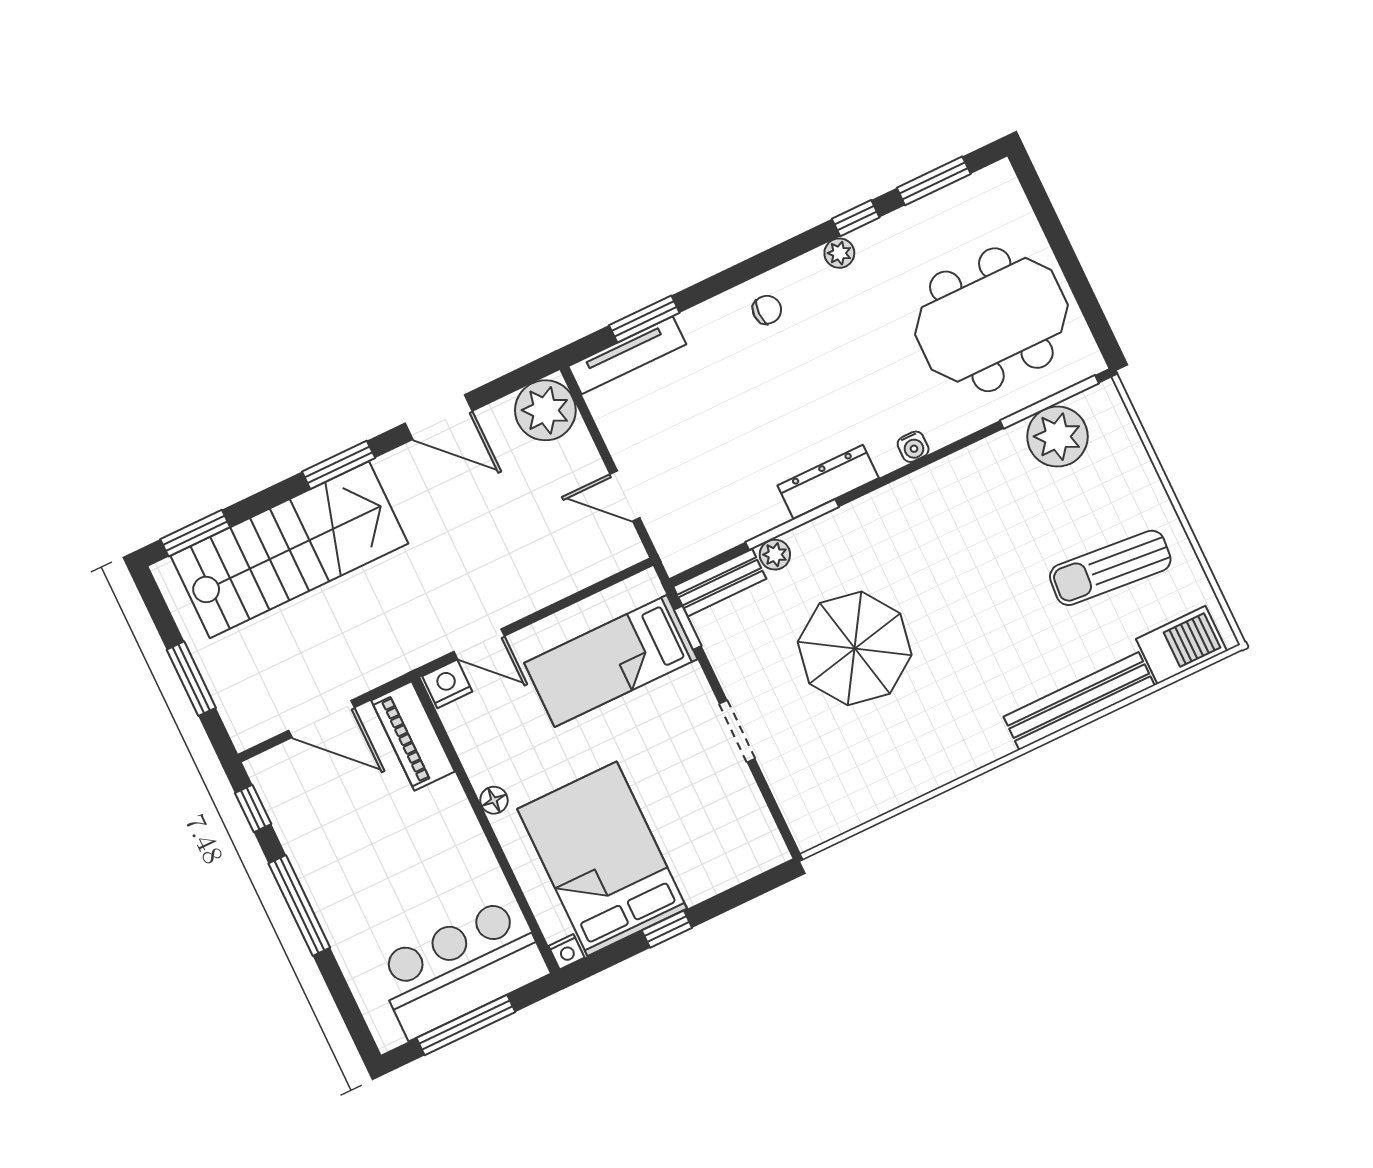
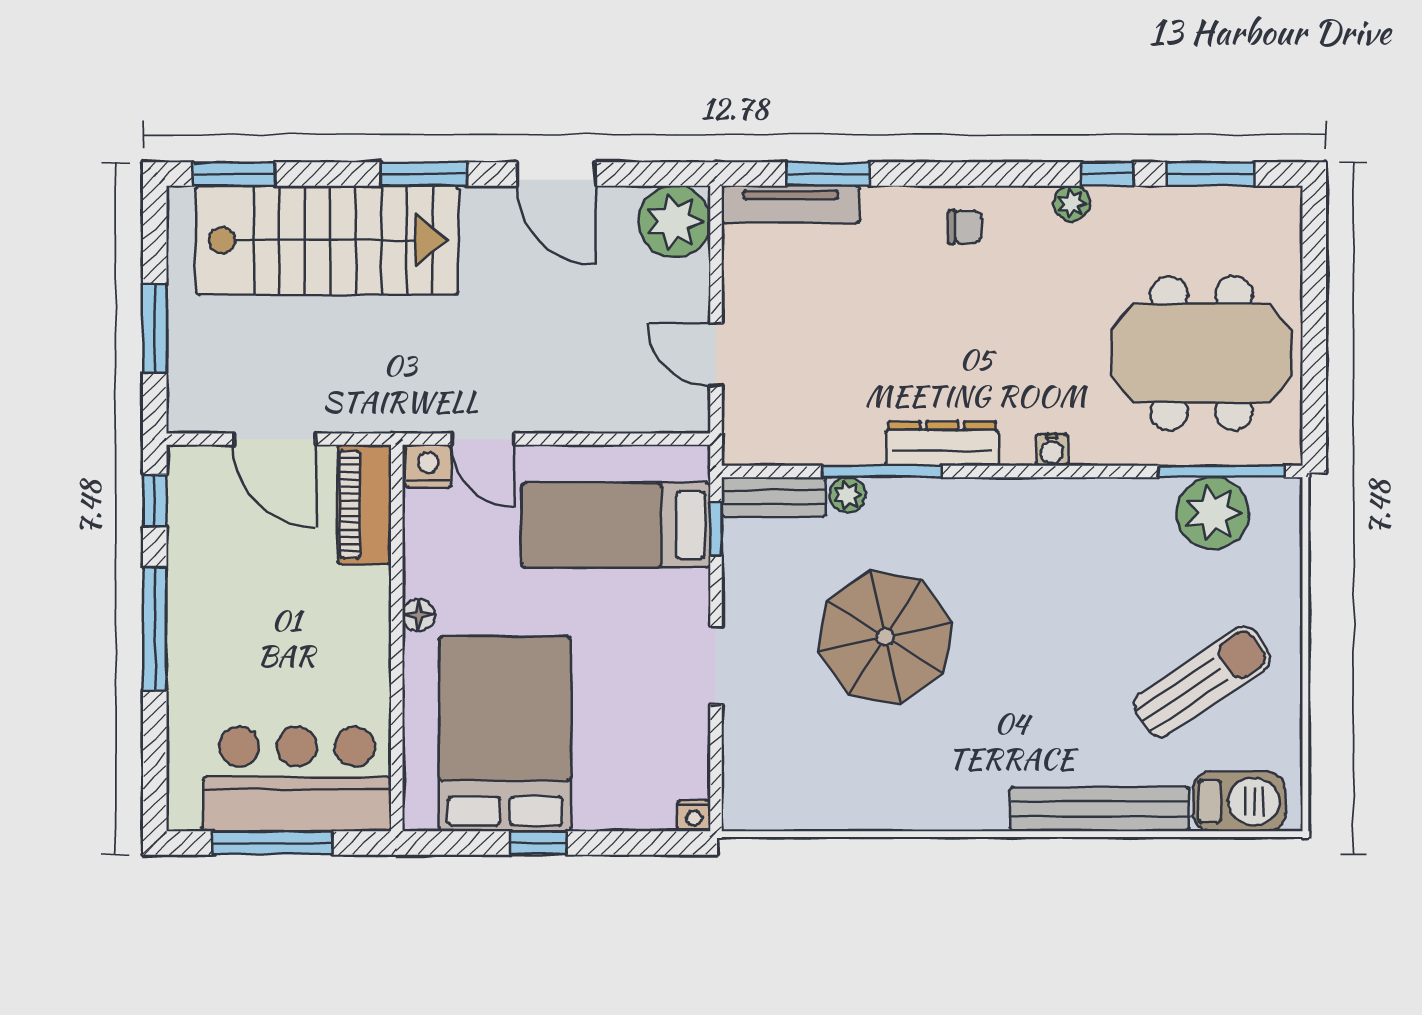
sun lounger: (1110, 568) -> (1202, 682), turned 141
nightstand: (567, 952) -> (694, 816), moved

